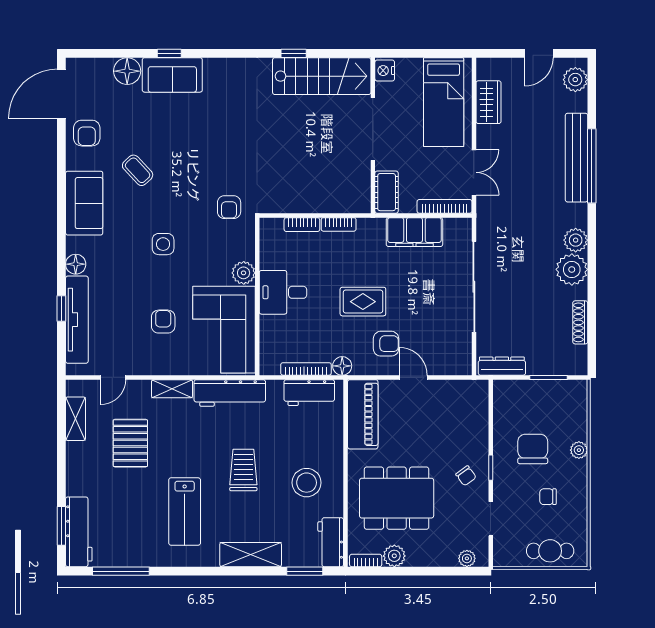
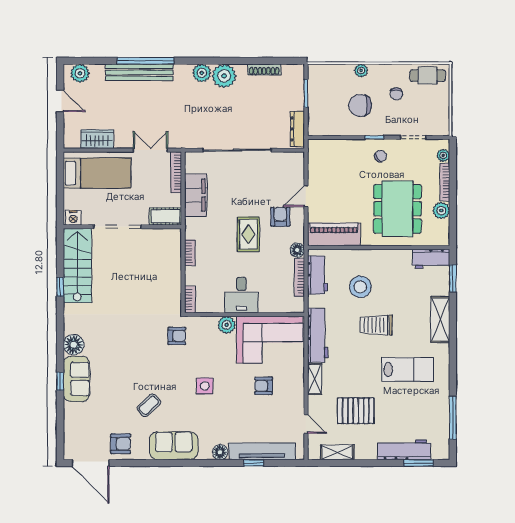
floor lamp: (127, 71) -> (74, 345), moved
bookcase: (302, 225) -> (190, 300), moved
stool: (307, 483) -> (360, 287), moved
workbench: (79, 532) -> (404, 450), moved
cafe table: (550, 551) -> (428, 76), moved, turned 90
bookcase: (366, 560) -> (445, 182), moved, width x1.56

